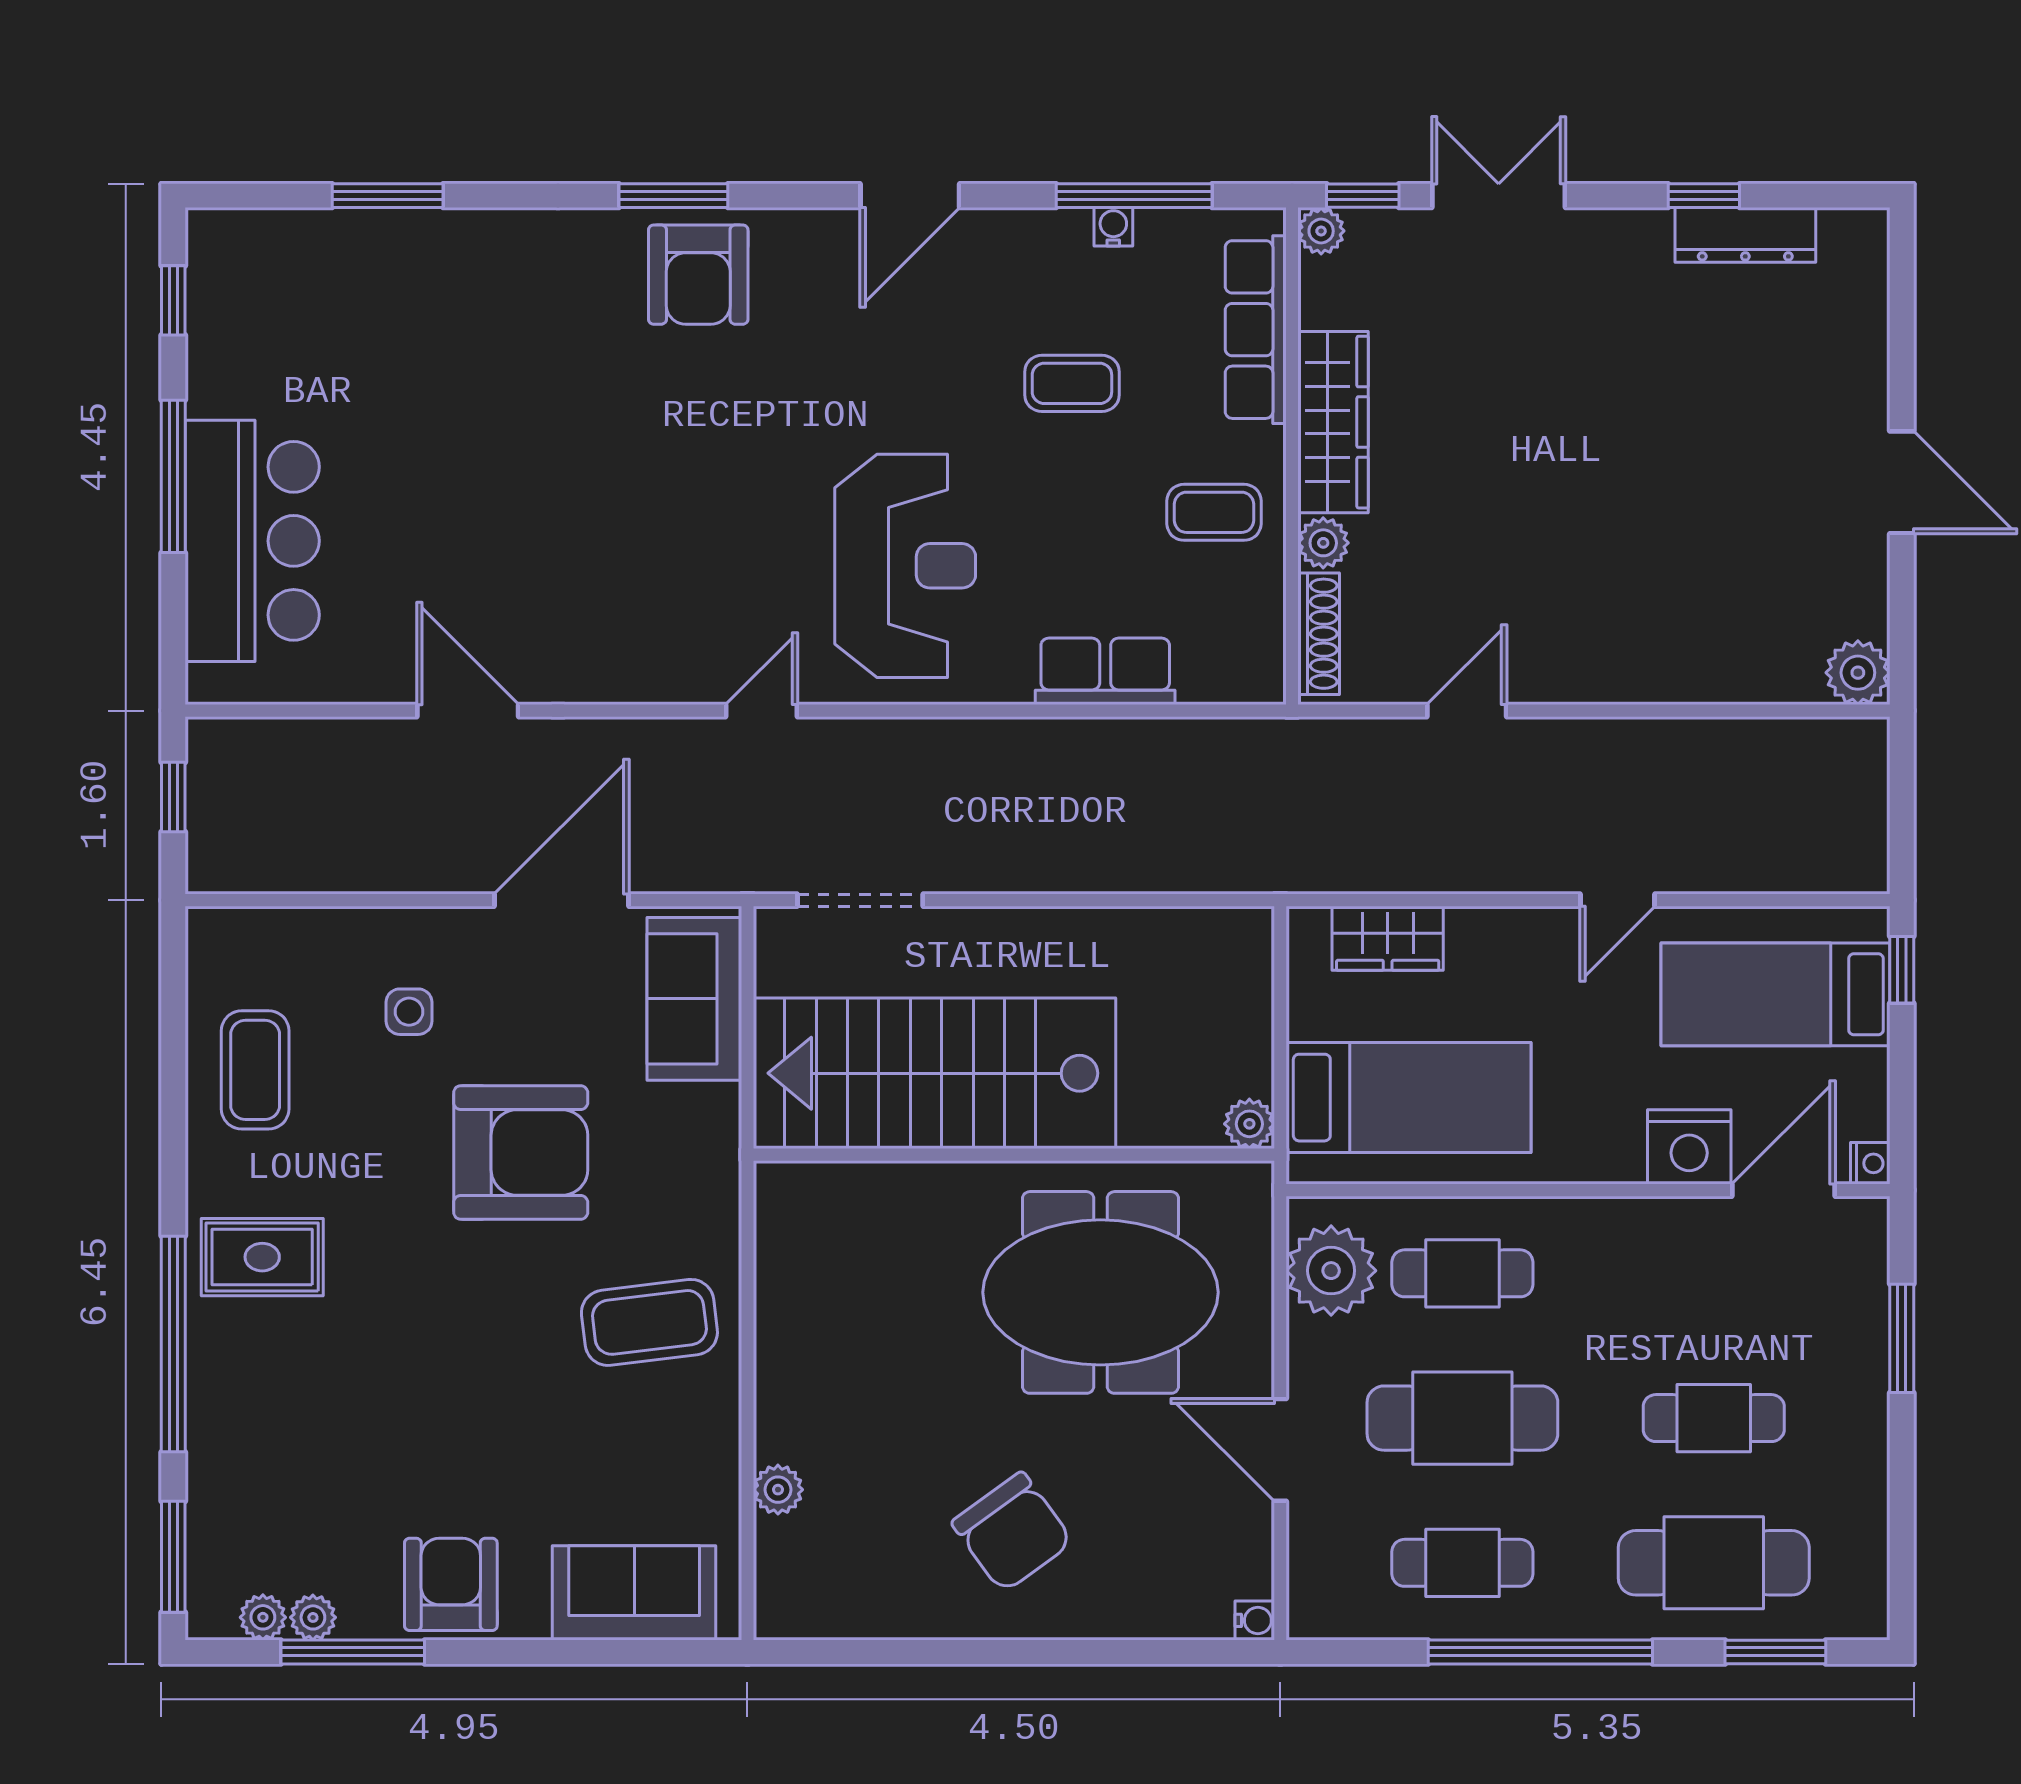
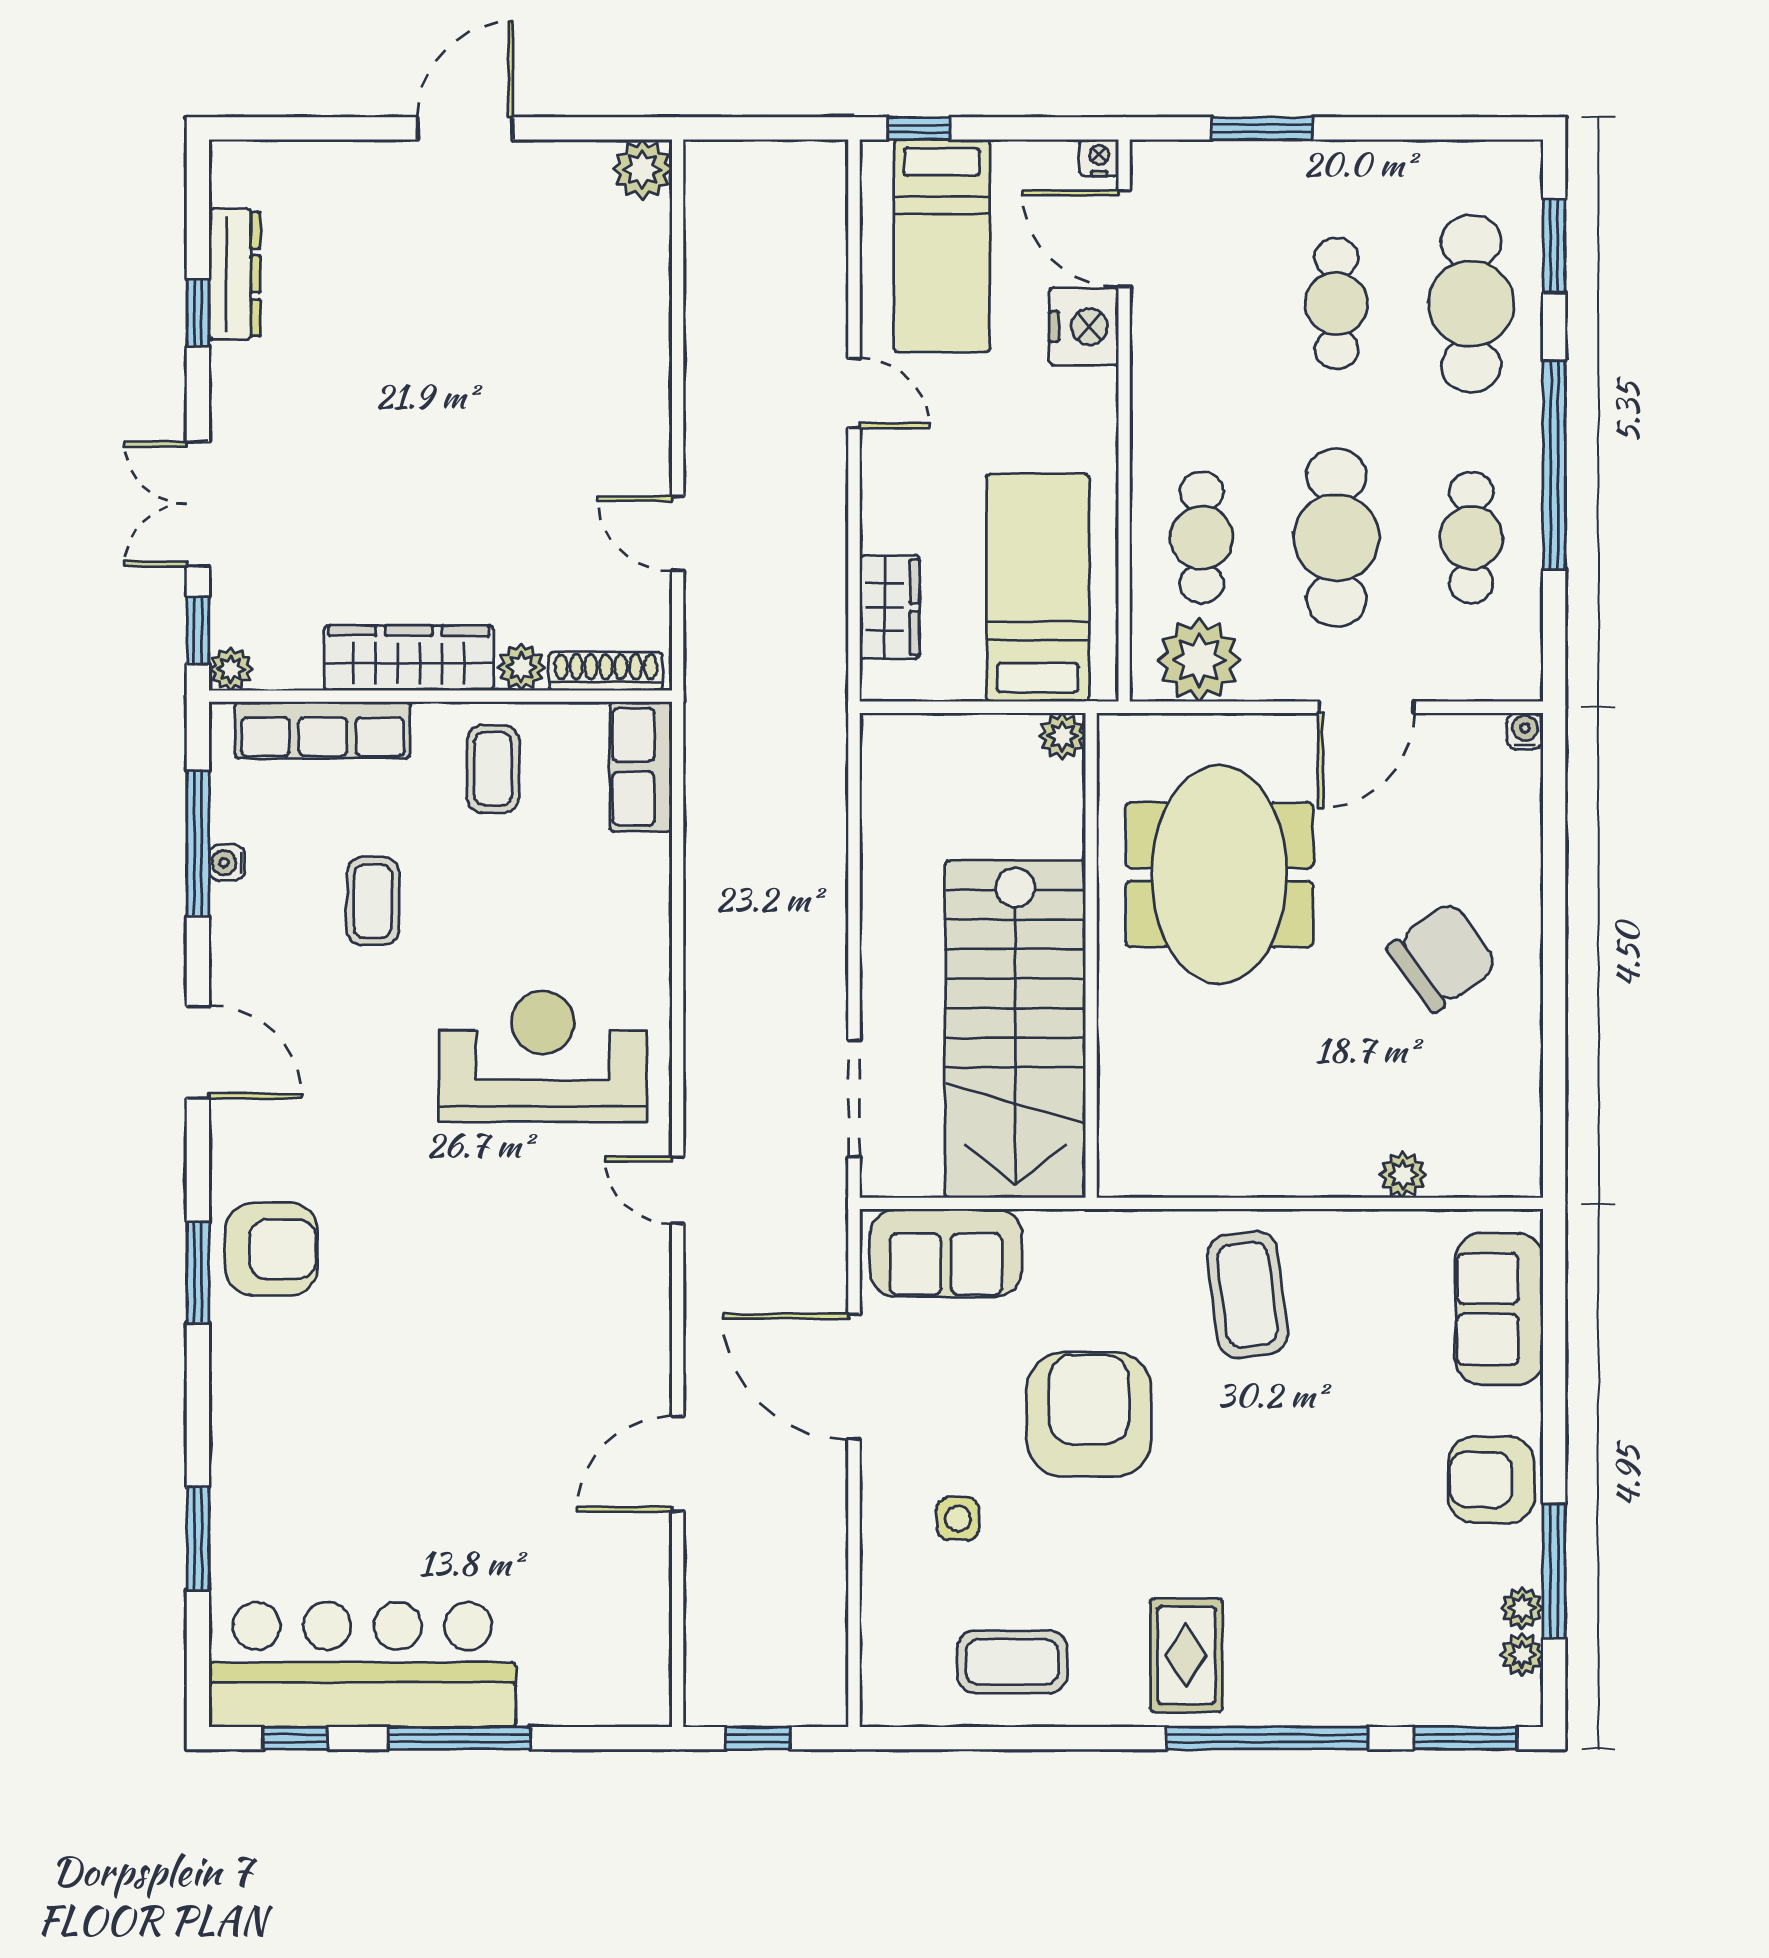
bar counter: (252, 541) -> (362, 1665), moved, width x1.36
row of seats: (1105, 671) -> (641, 767), moved

